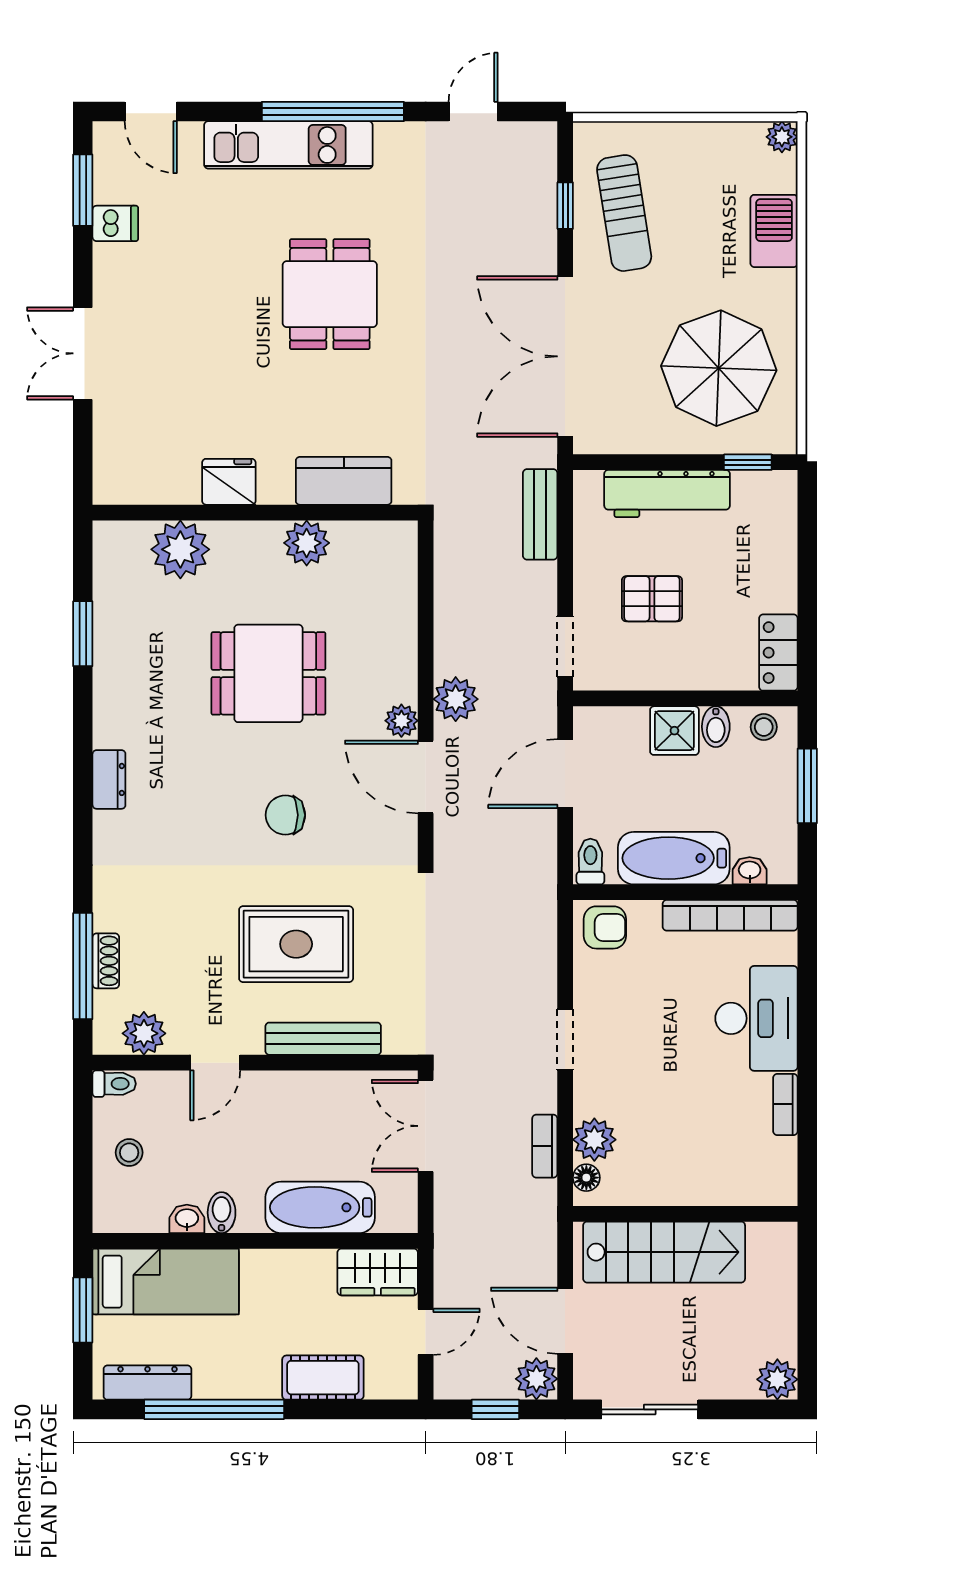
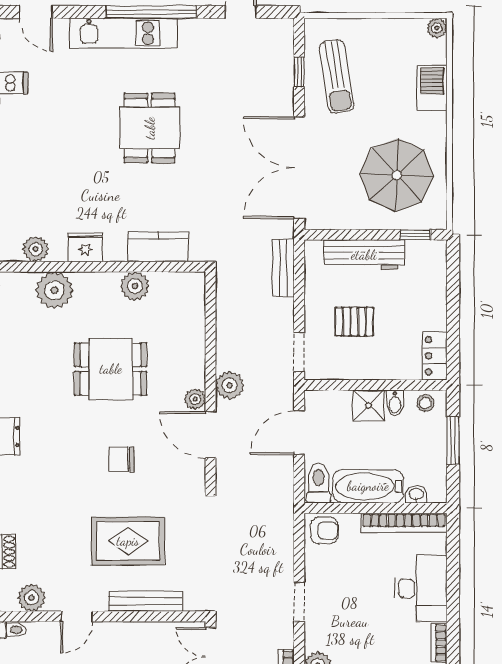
plant: (151, 485) -> (36, 249), added
toilet: (590, 862) -> (318, 483), width x1.37, depth x1.39

